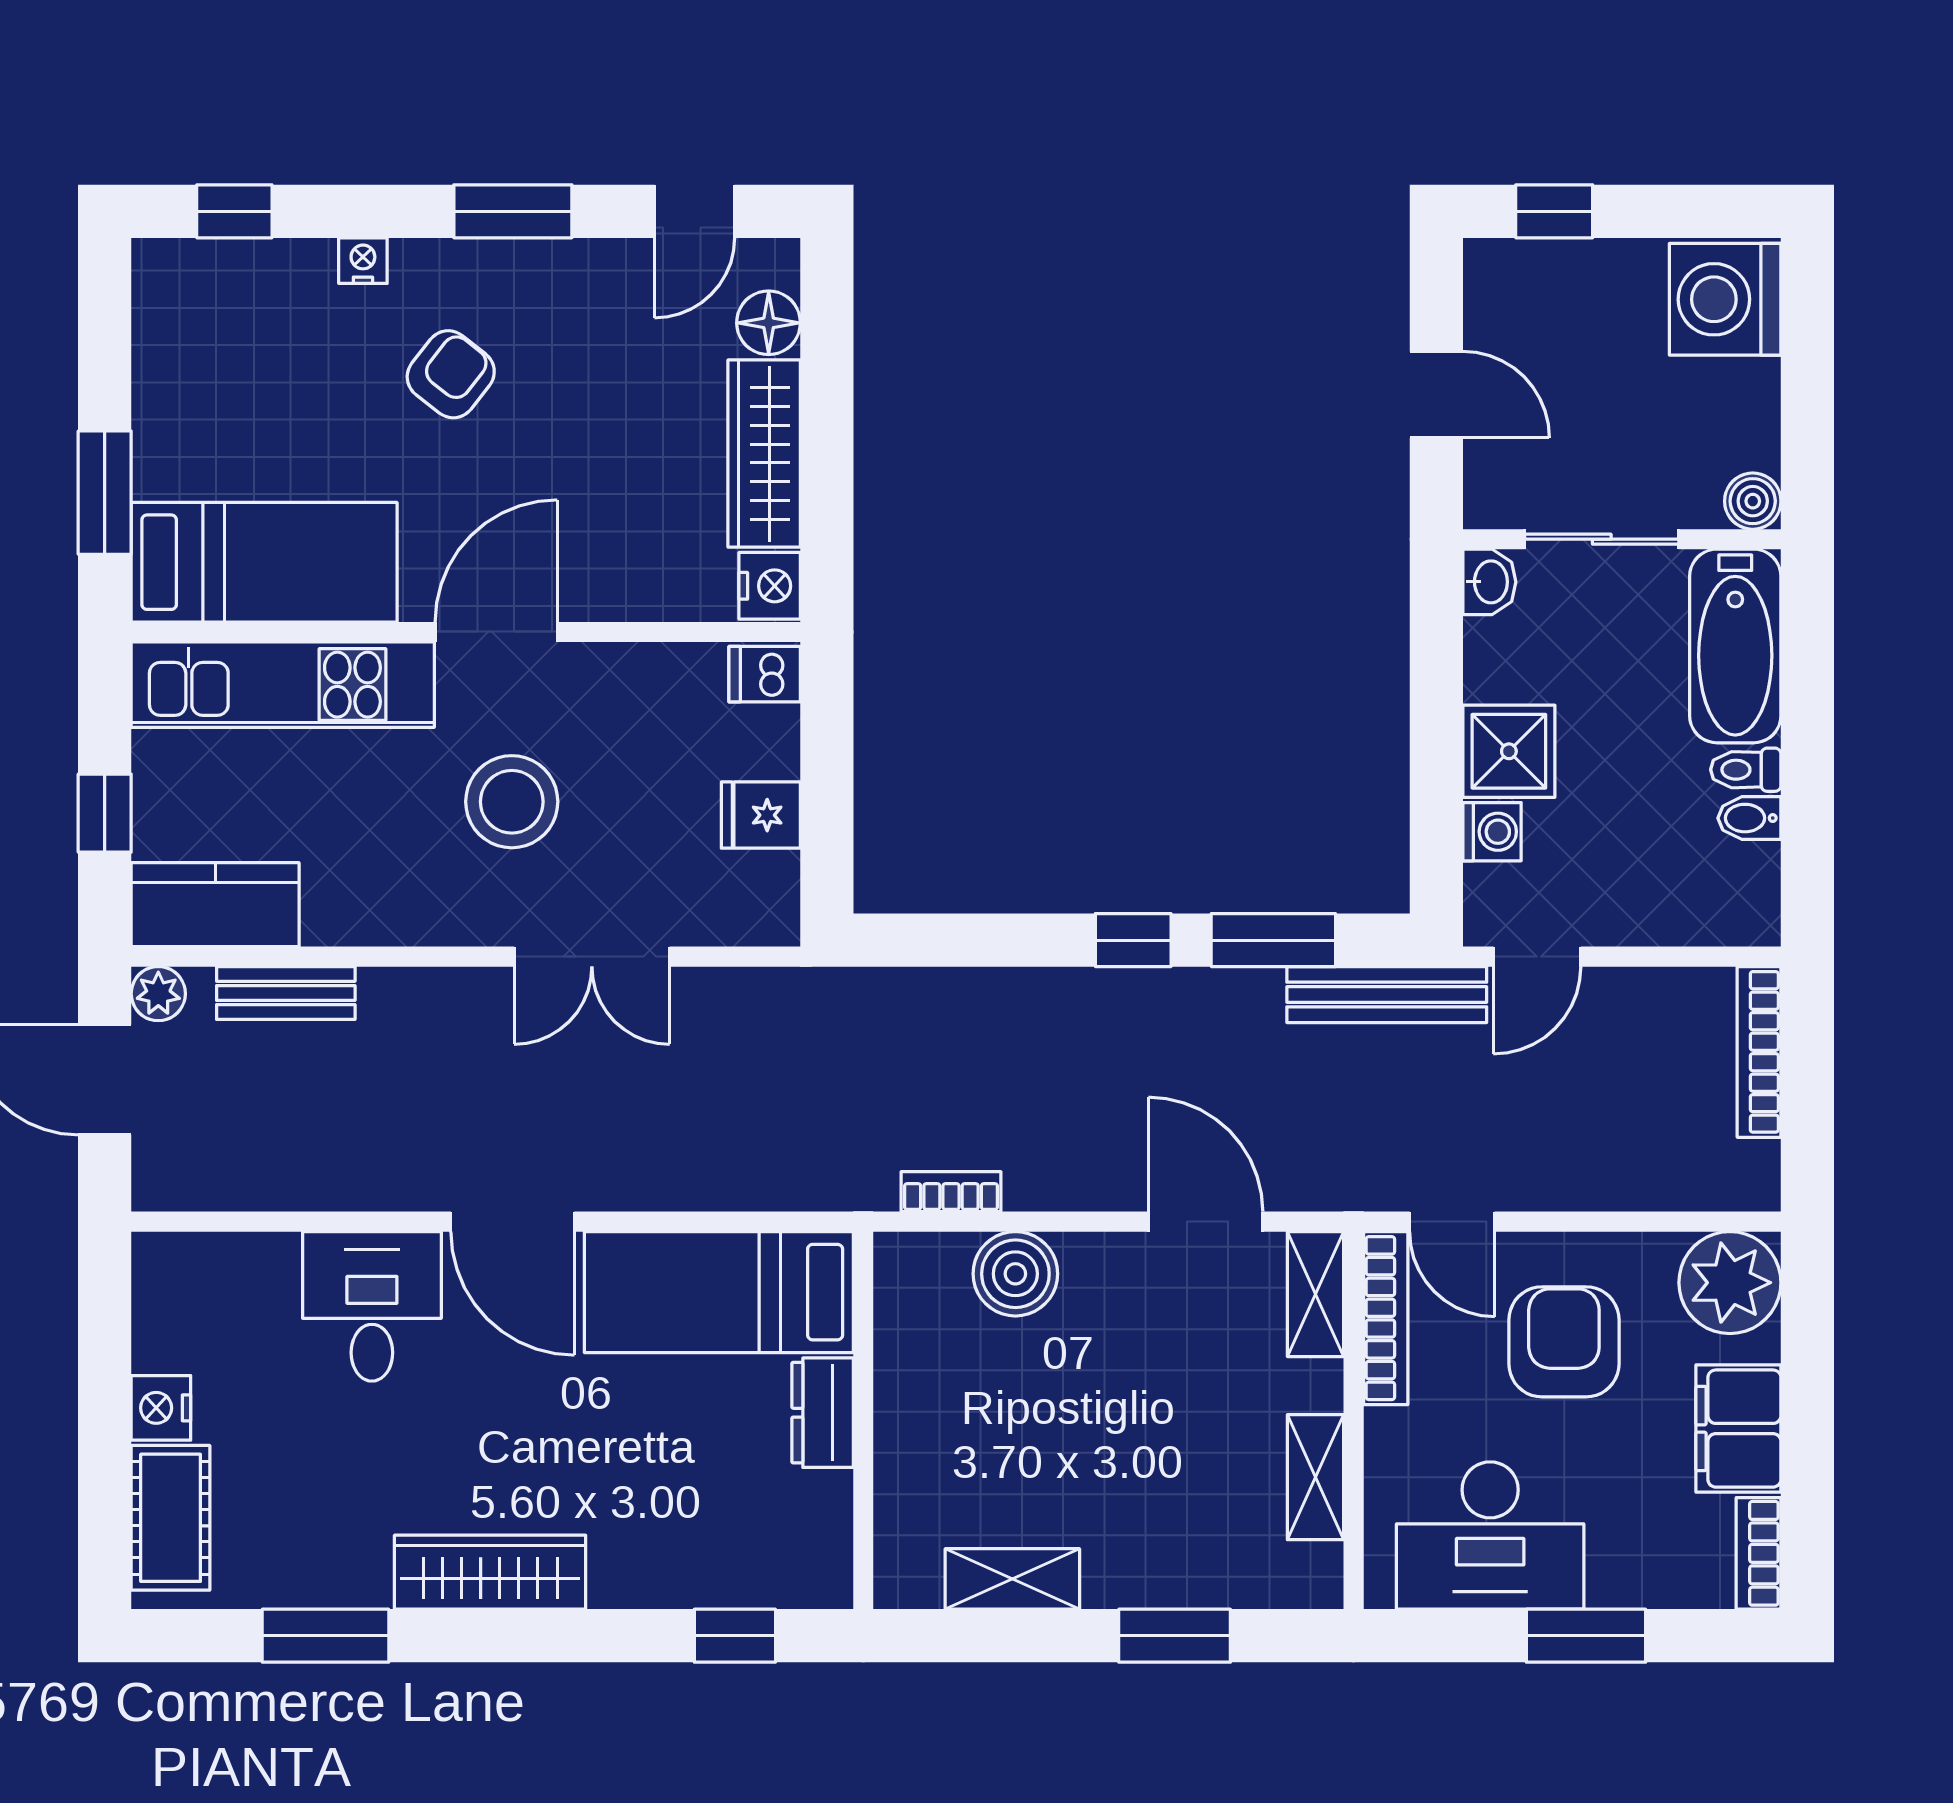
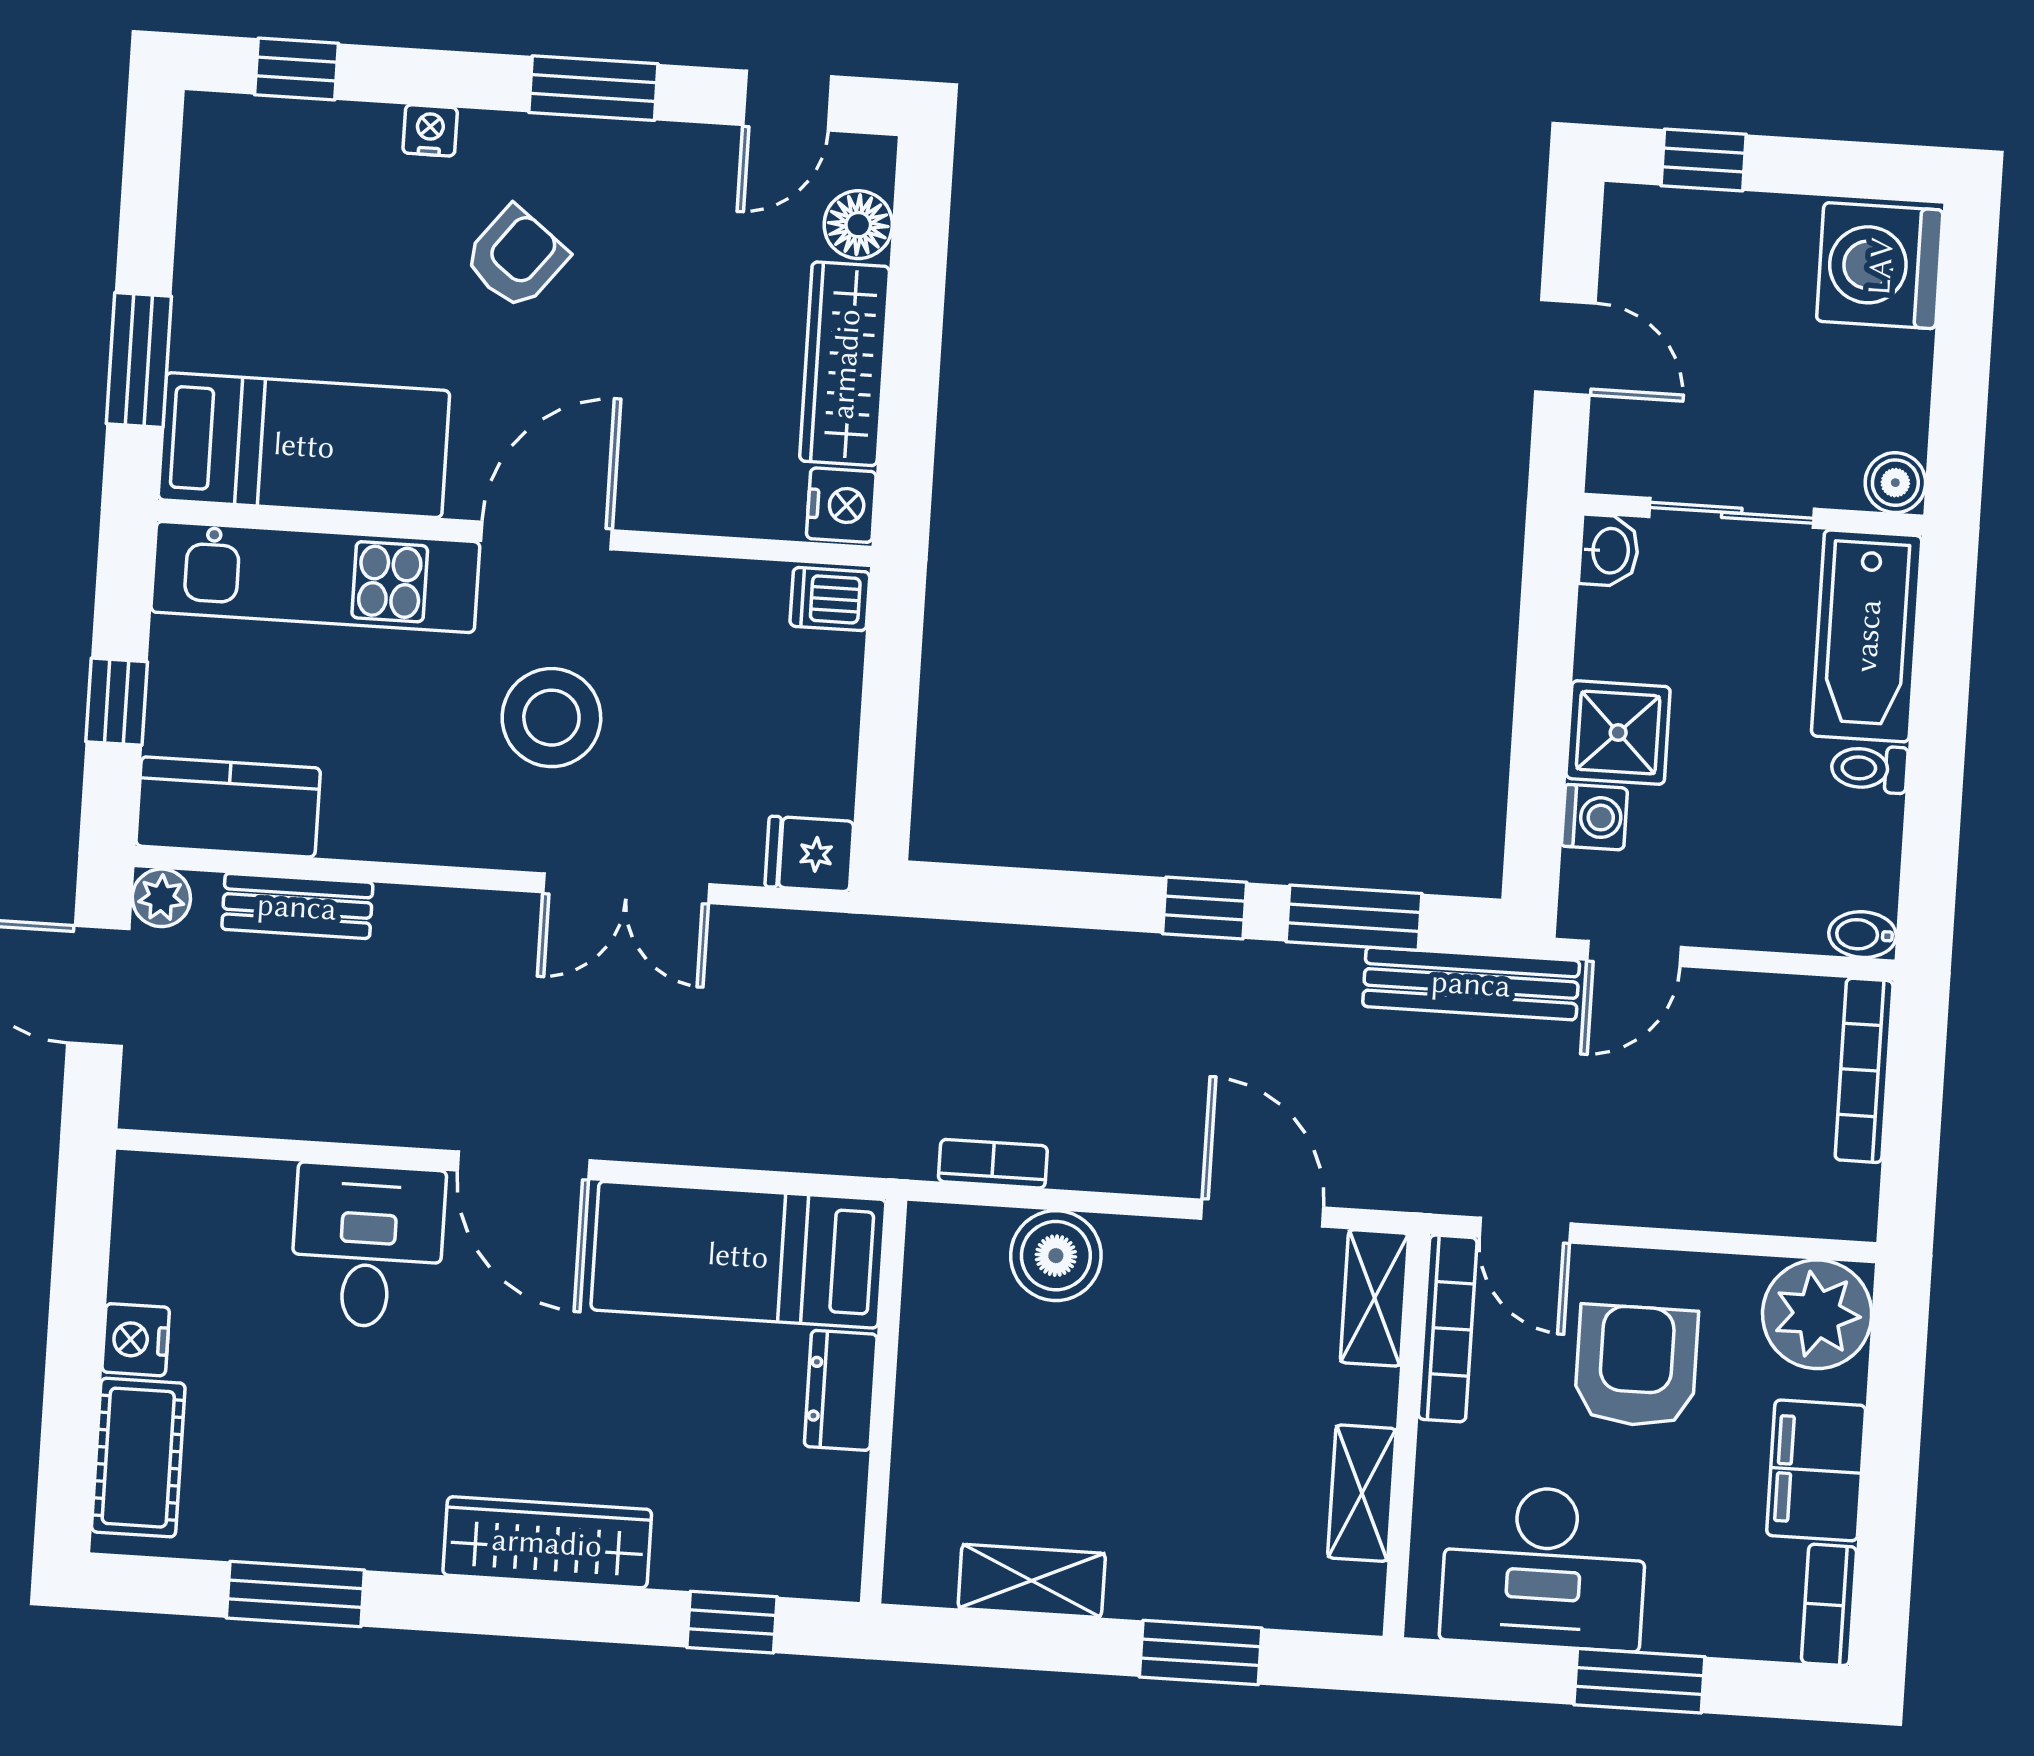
fridge: (761, 815) -> (809, 854), moved
bidet: (1749, 818) -> (1862, 935), moved
wardrobe: (490, 1572) -> (547, 1542), moved

